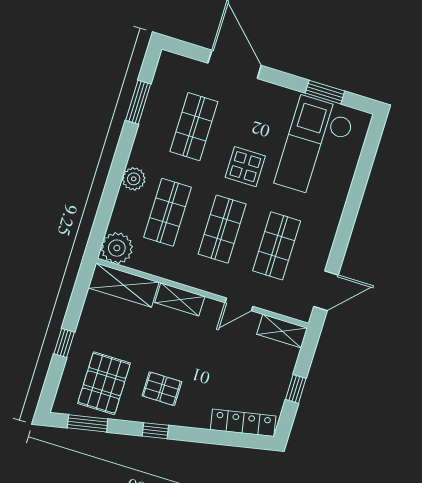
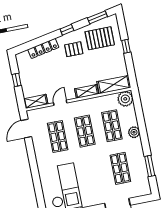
display table: (245, 167) -> (89, 163), removed
pallet: (104, 383) -> (100, 38), turned 90
locker: (243, 423) -> (43, 48), moved

